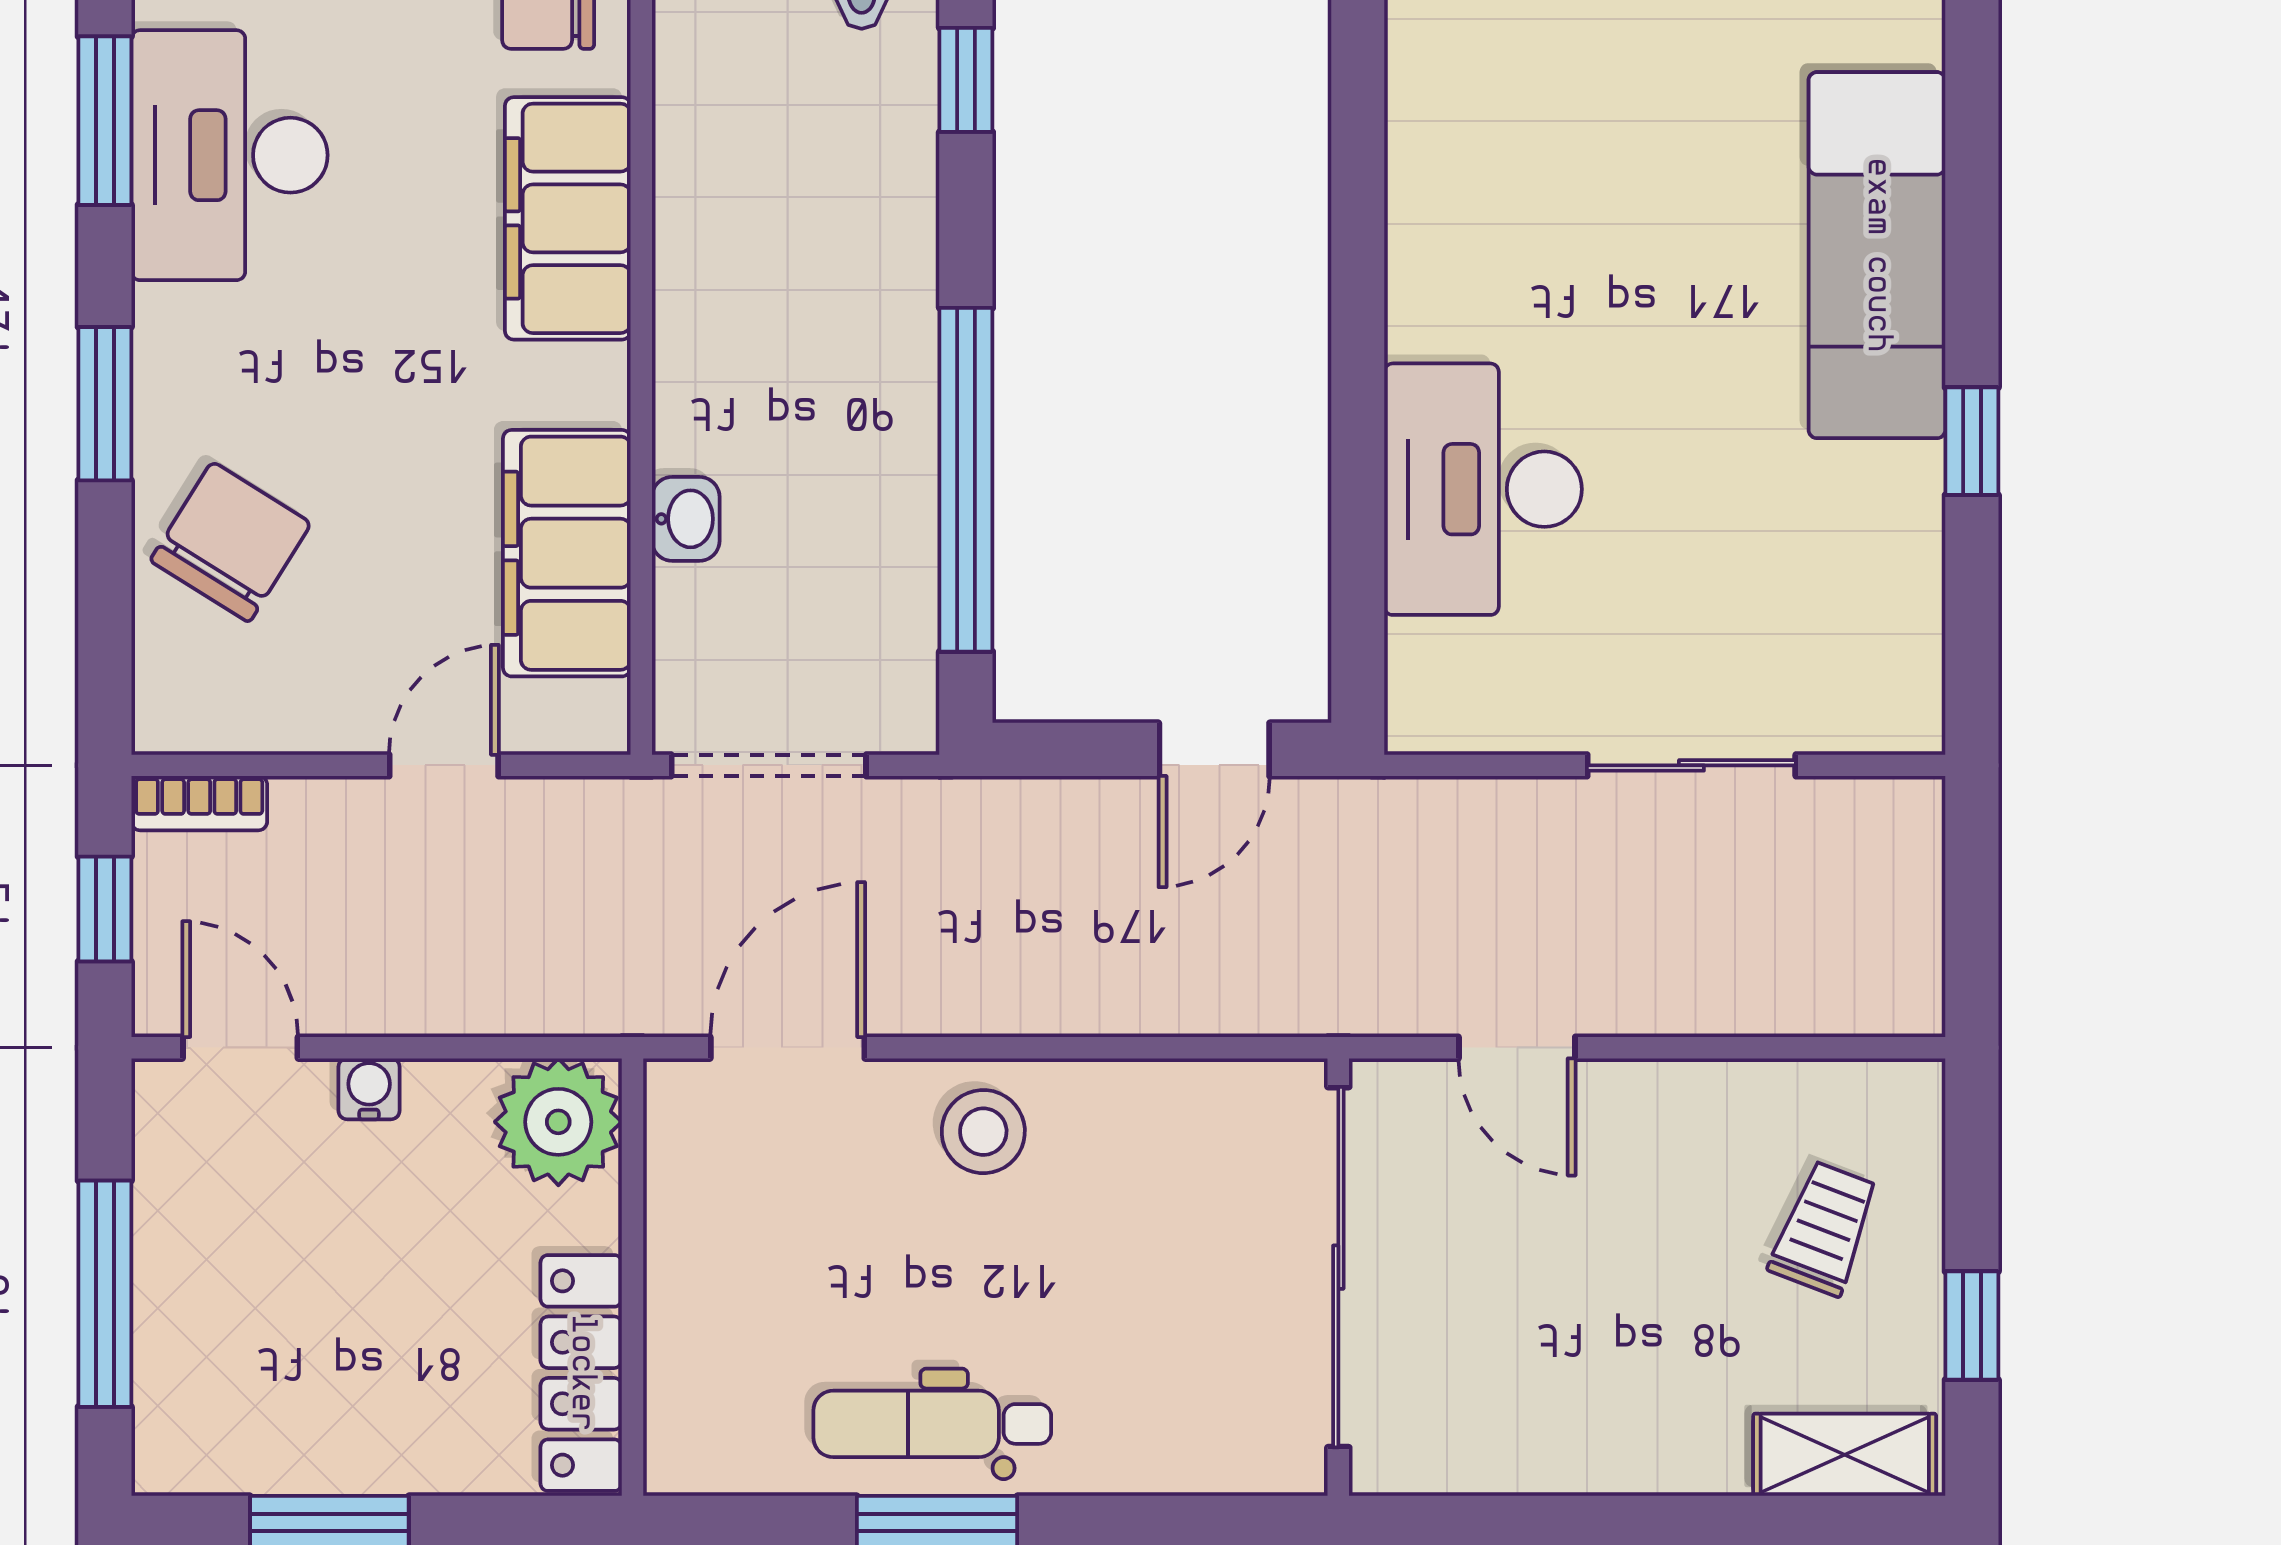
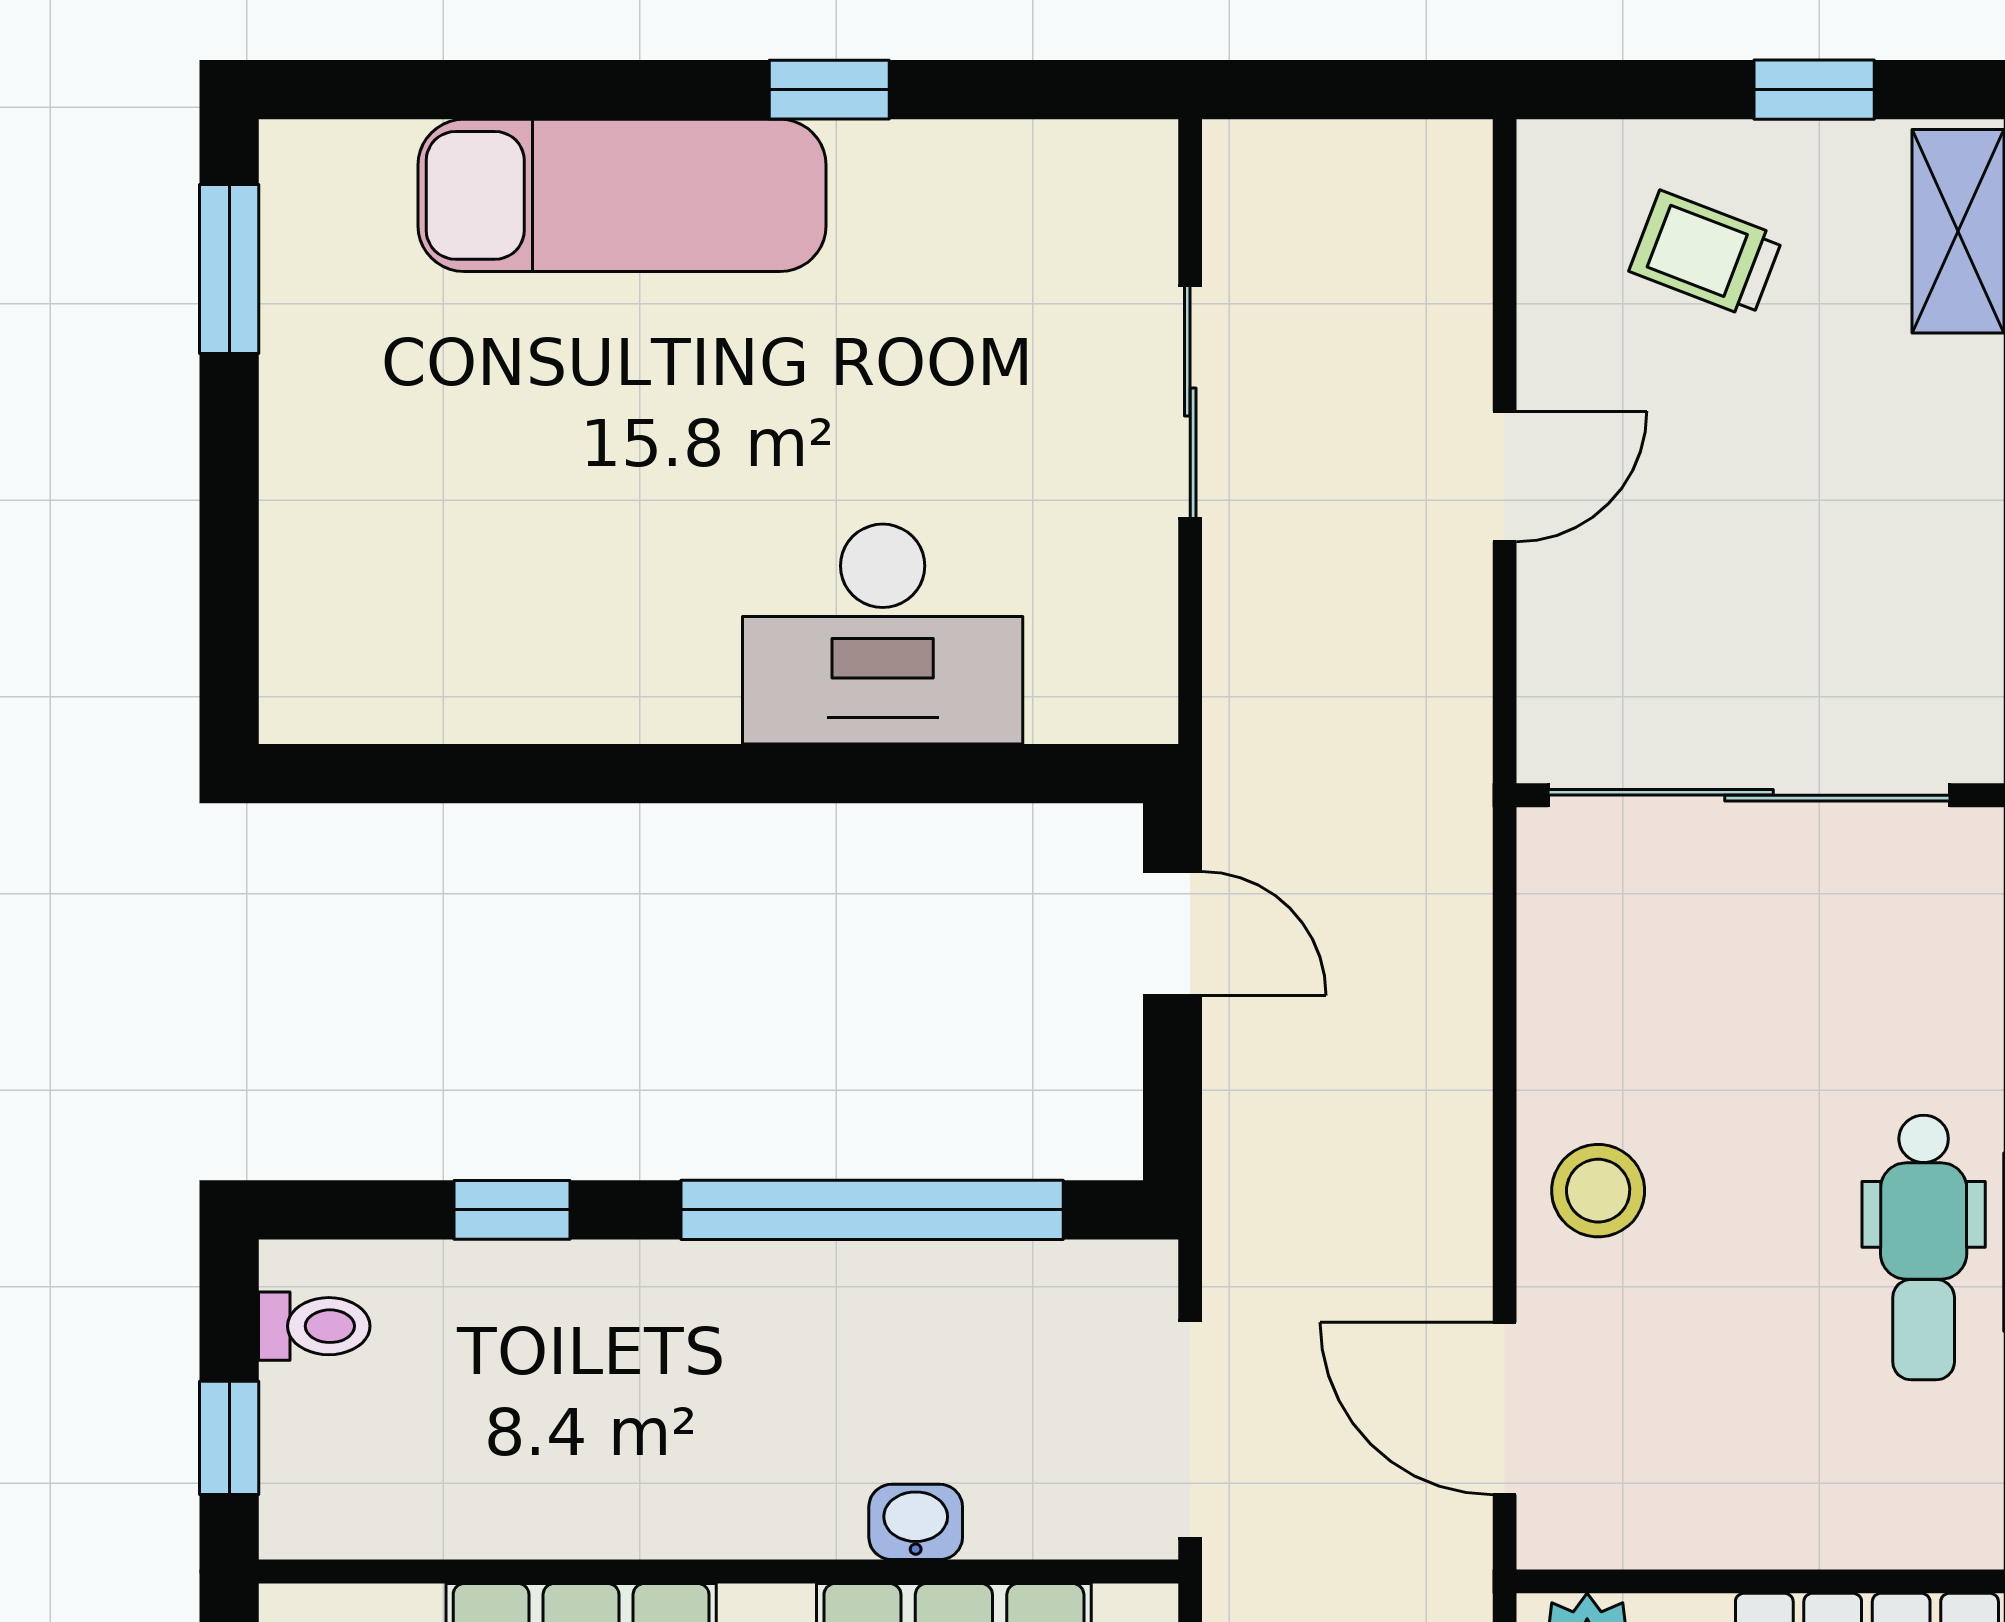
window: (966, 80) -> (512, 1210), moved
door: (1517, 1048) -> (1505, 476), moved

